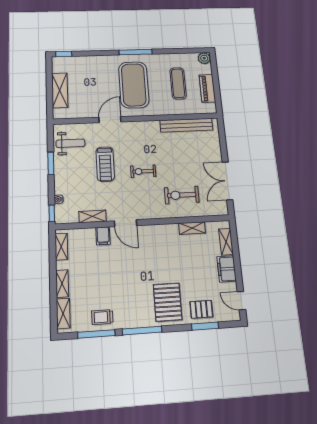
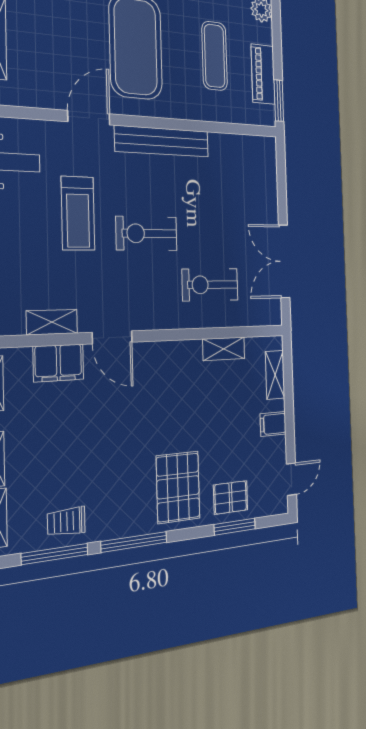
window: (218, 100) -> (279, 101), added
bench: (186, 125) -> (162, 141), moved
exercise bike: (143, 171) -> (147, 233), width x1.38, depth x1.39
filing cabinet: (103, 236) -> (58, 363), width x2.00
filing cabinet: (227, 269) -> (273, 424), width x0.50
door: (241, 301) -> (291, 479), swing flipped

